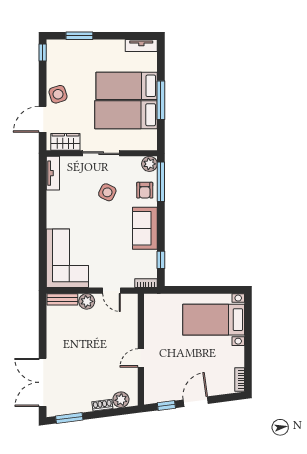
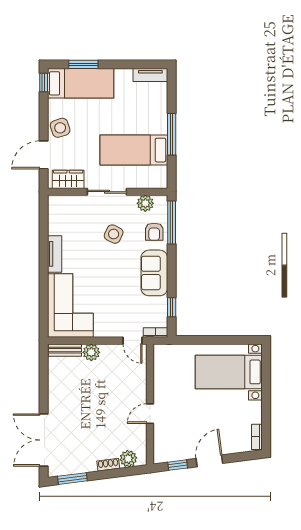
bed: (127, 86) -> (81, 83), moved, turned 180
plant: (149, 164) -> (145, 203), moved
tv unit: (53, 173) -> (55, 254), moved
door: (111, 291) -> (132, 341), moved

